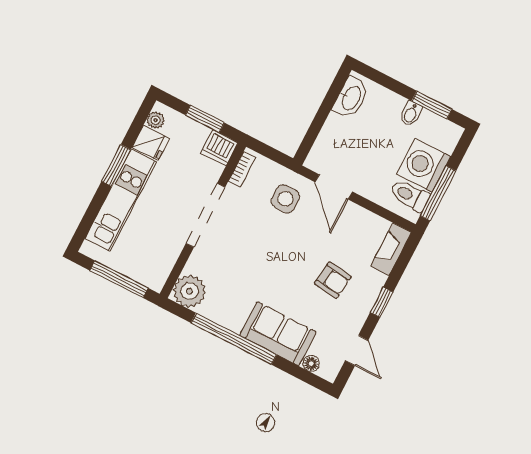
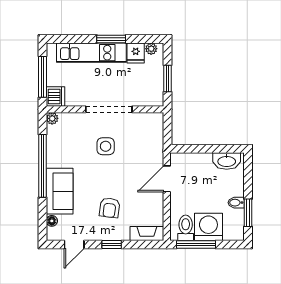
dishwasher: (219, 148) -> (55, 96), moved, turned 180
bookcase: (242, 169) -> (148, 117), removed
side table: (285, 199) -> (106, 146), moved
plant: (189, 291) -> (52, 118), width x0.53, depth x0.53

